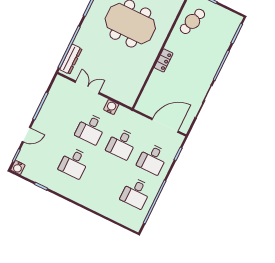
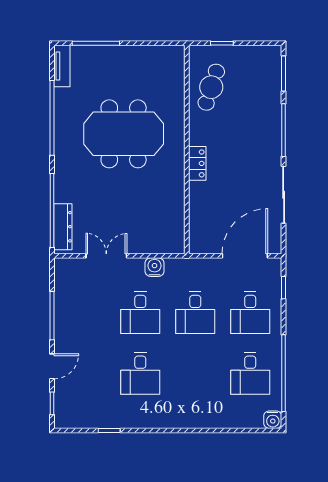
water cooler: (18, 168) -> (273, 420), moved

